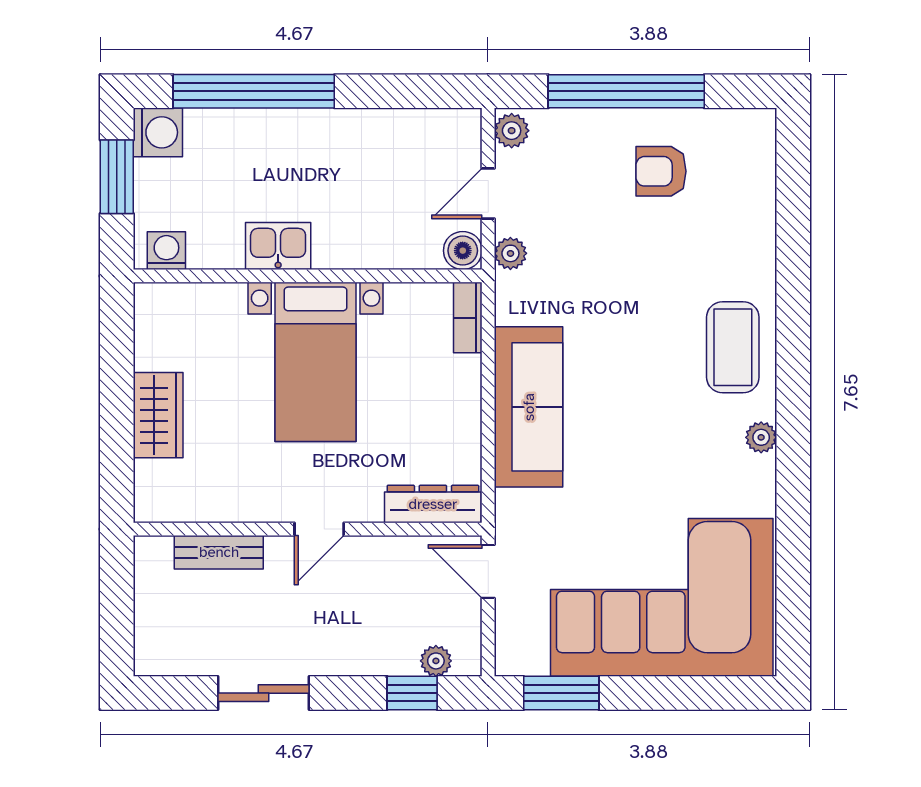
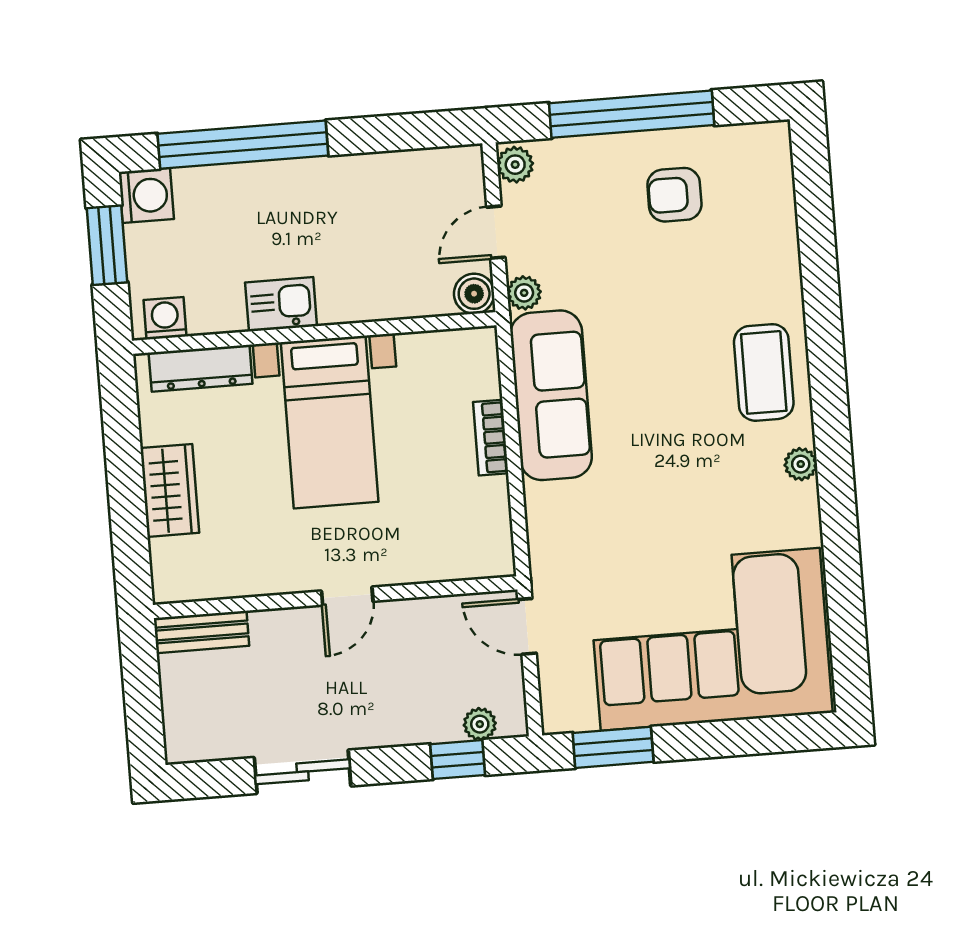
bookcase: (468, 318) -> (491, 438), moved
sofa: (529, 407) -> (551, 395), moved
dresser: (433, 504) -> (201, 368), moved, turned 180
bench: (219, 552) -> (201, 632), moved

